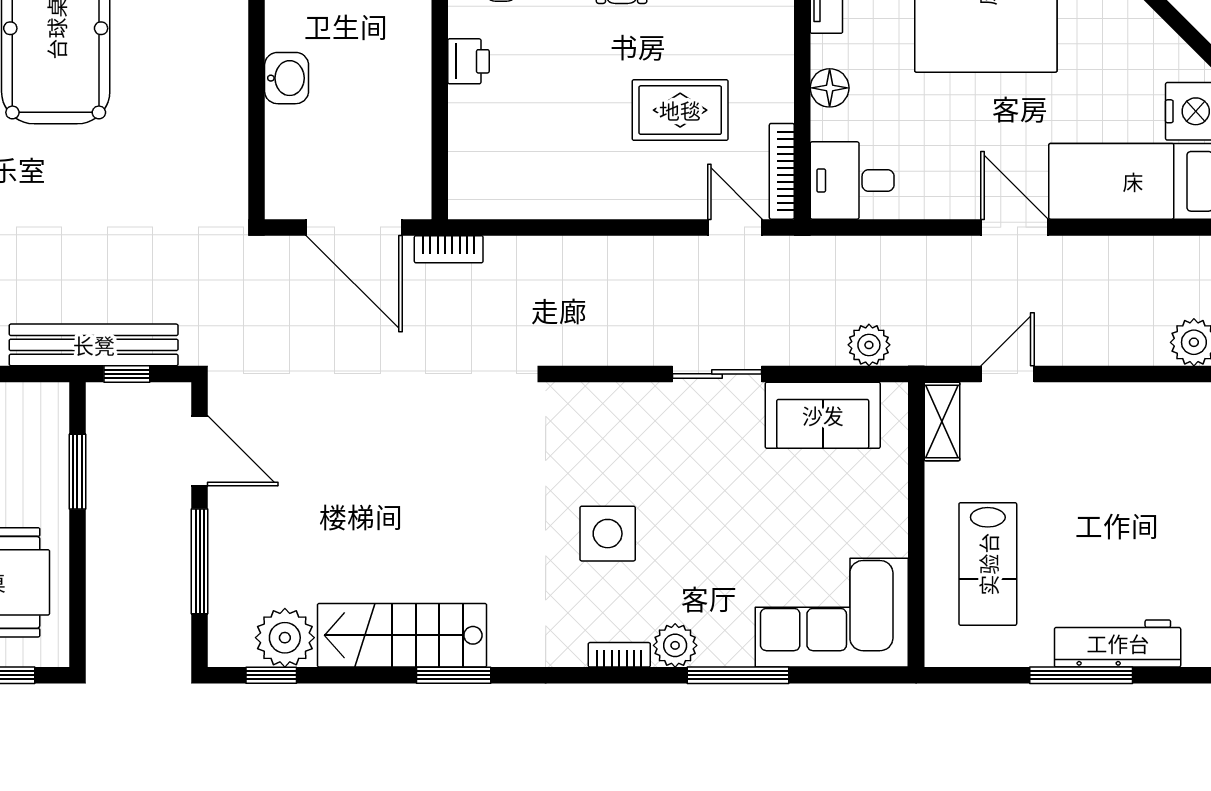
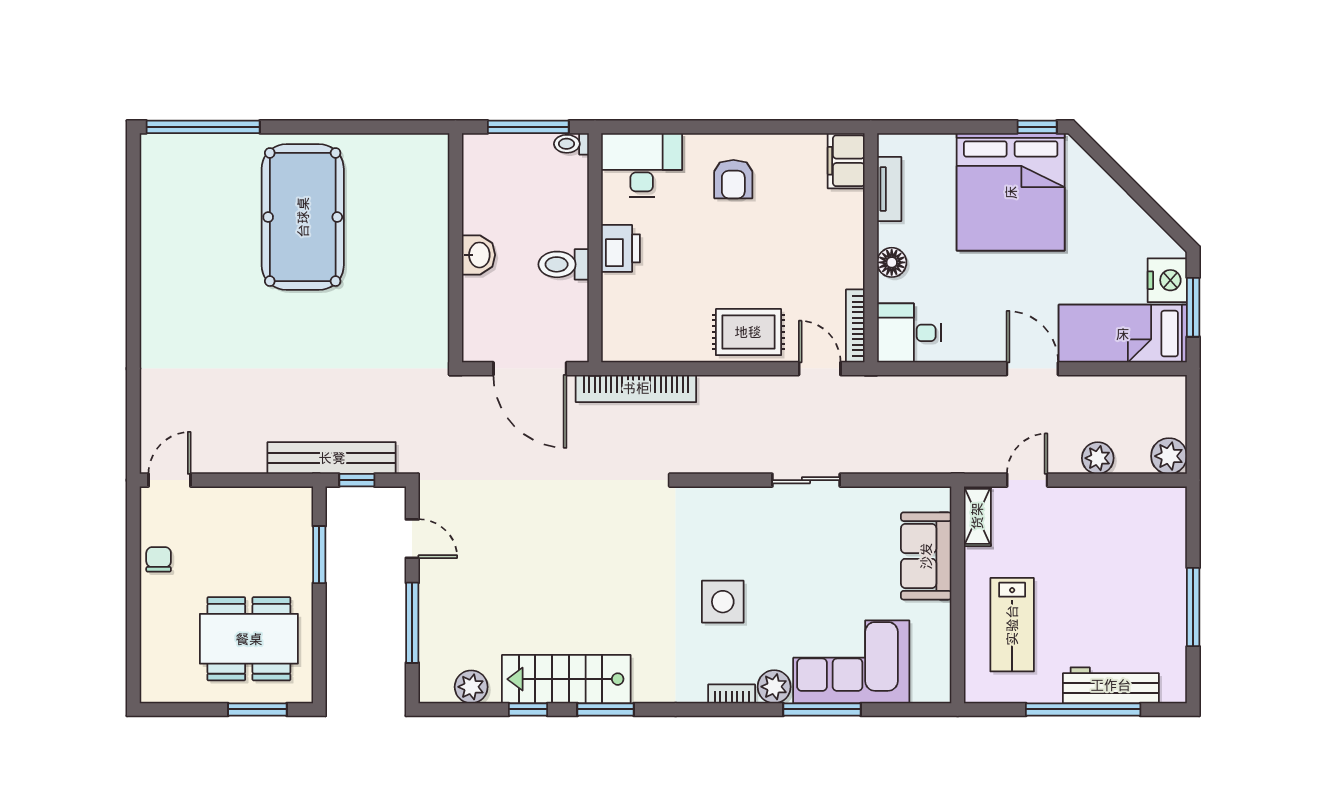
printer: (468, 61) -> (621, 248), width x1.36, depth x1.24
toilet: (399, 90) -> (564, 264), added
rug: (680, 110) -> (748, 332), moved
bookcase: (449, 249) -> (636, 388), width x2.31, depth x1.31
plant: (869, 345) -> (1098, 458), moved
sofa: (823, 415) -> (926, 556), moved, turned 90
door: (200, 451) -> (412, 539), width x0.73
corner sofa: (832, 613) -> (851, 662), moved
plant: (285, 638) -> (471, 687), width x0.73, depth x0.73
window: (271, 675) -> (528, 709), moved
window: (1081, 675) -> (1083, 709), width x1.46

